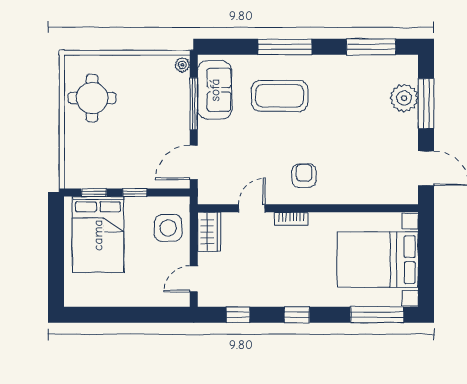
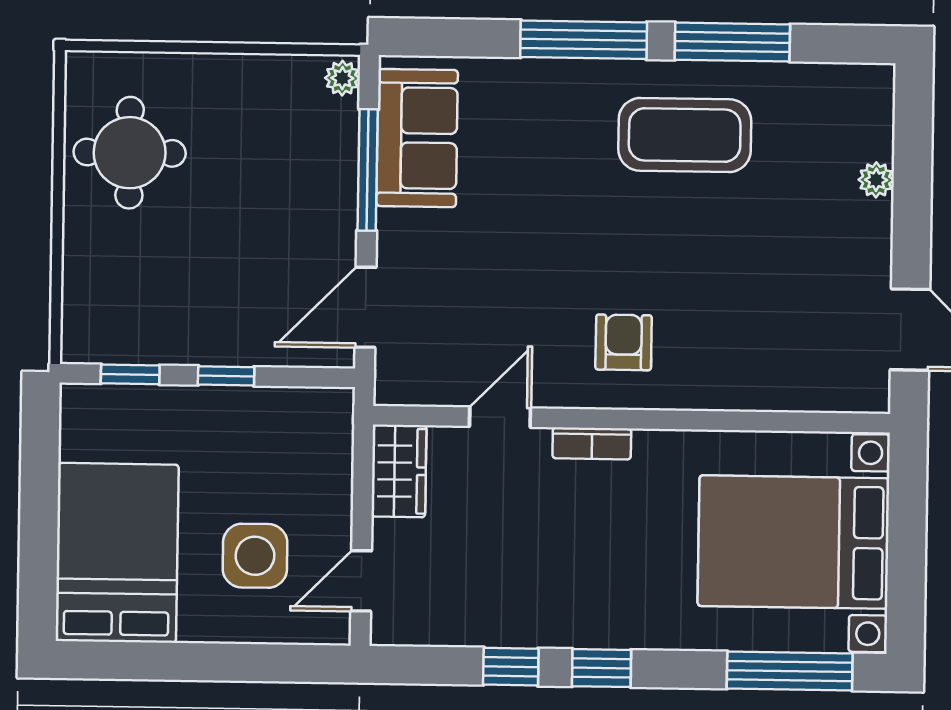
window: (371, 47) -> (732, 42), moved
coffee table: (280, 96) -> (685, 135), moved
plant: (404, 98) -> (876, 180), width x0.53, depth x0.53
window: (426, 104) -> (912, 178), removed
side table: (168, 228) -> (255, 556), moved
bed: (98, 235) -> (117, 553), moved, turned 180
window: (238, 315) -> (511, 667), moved

